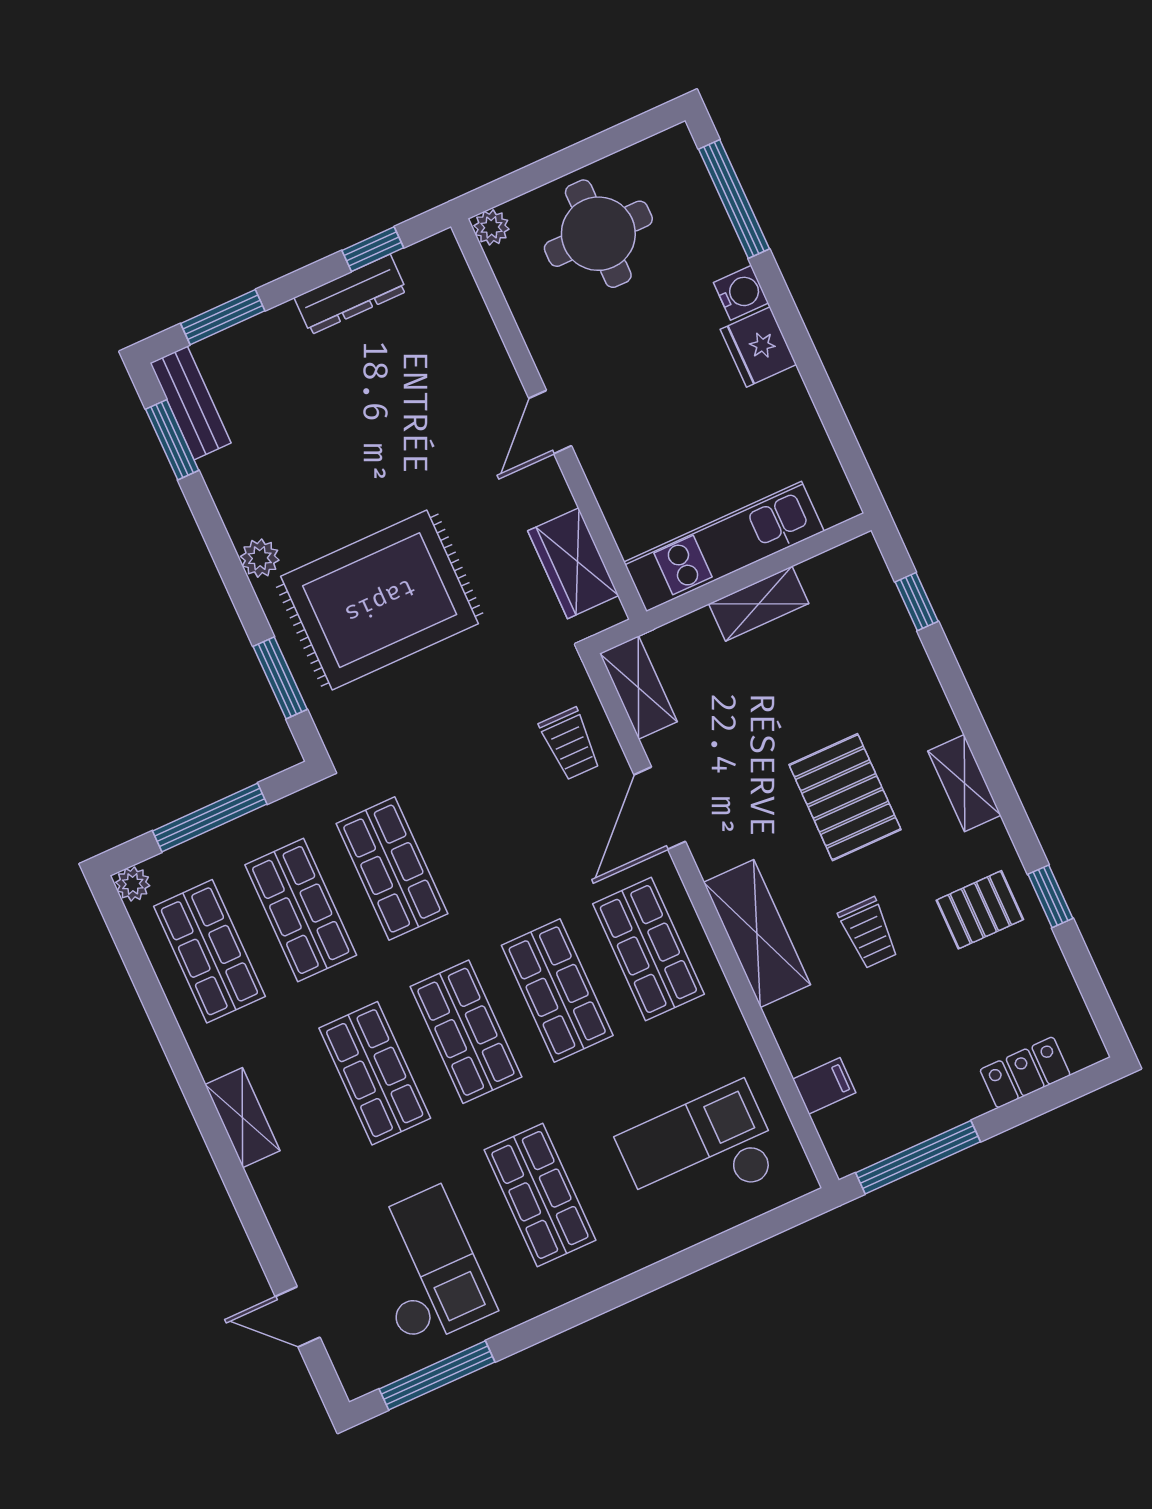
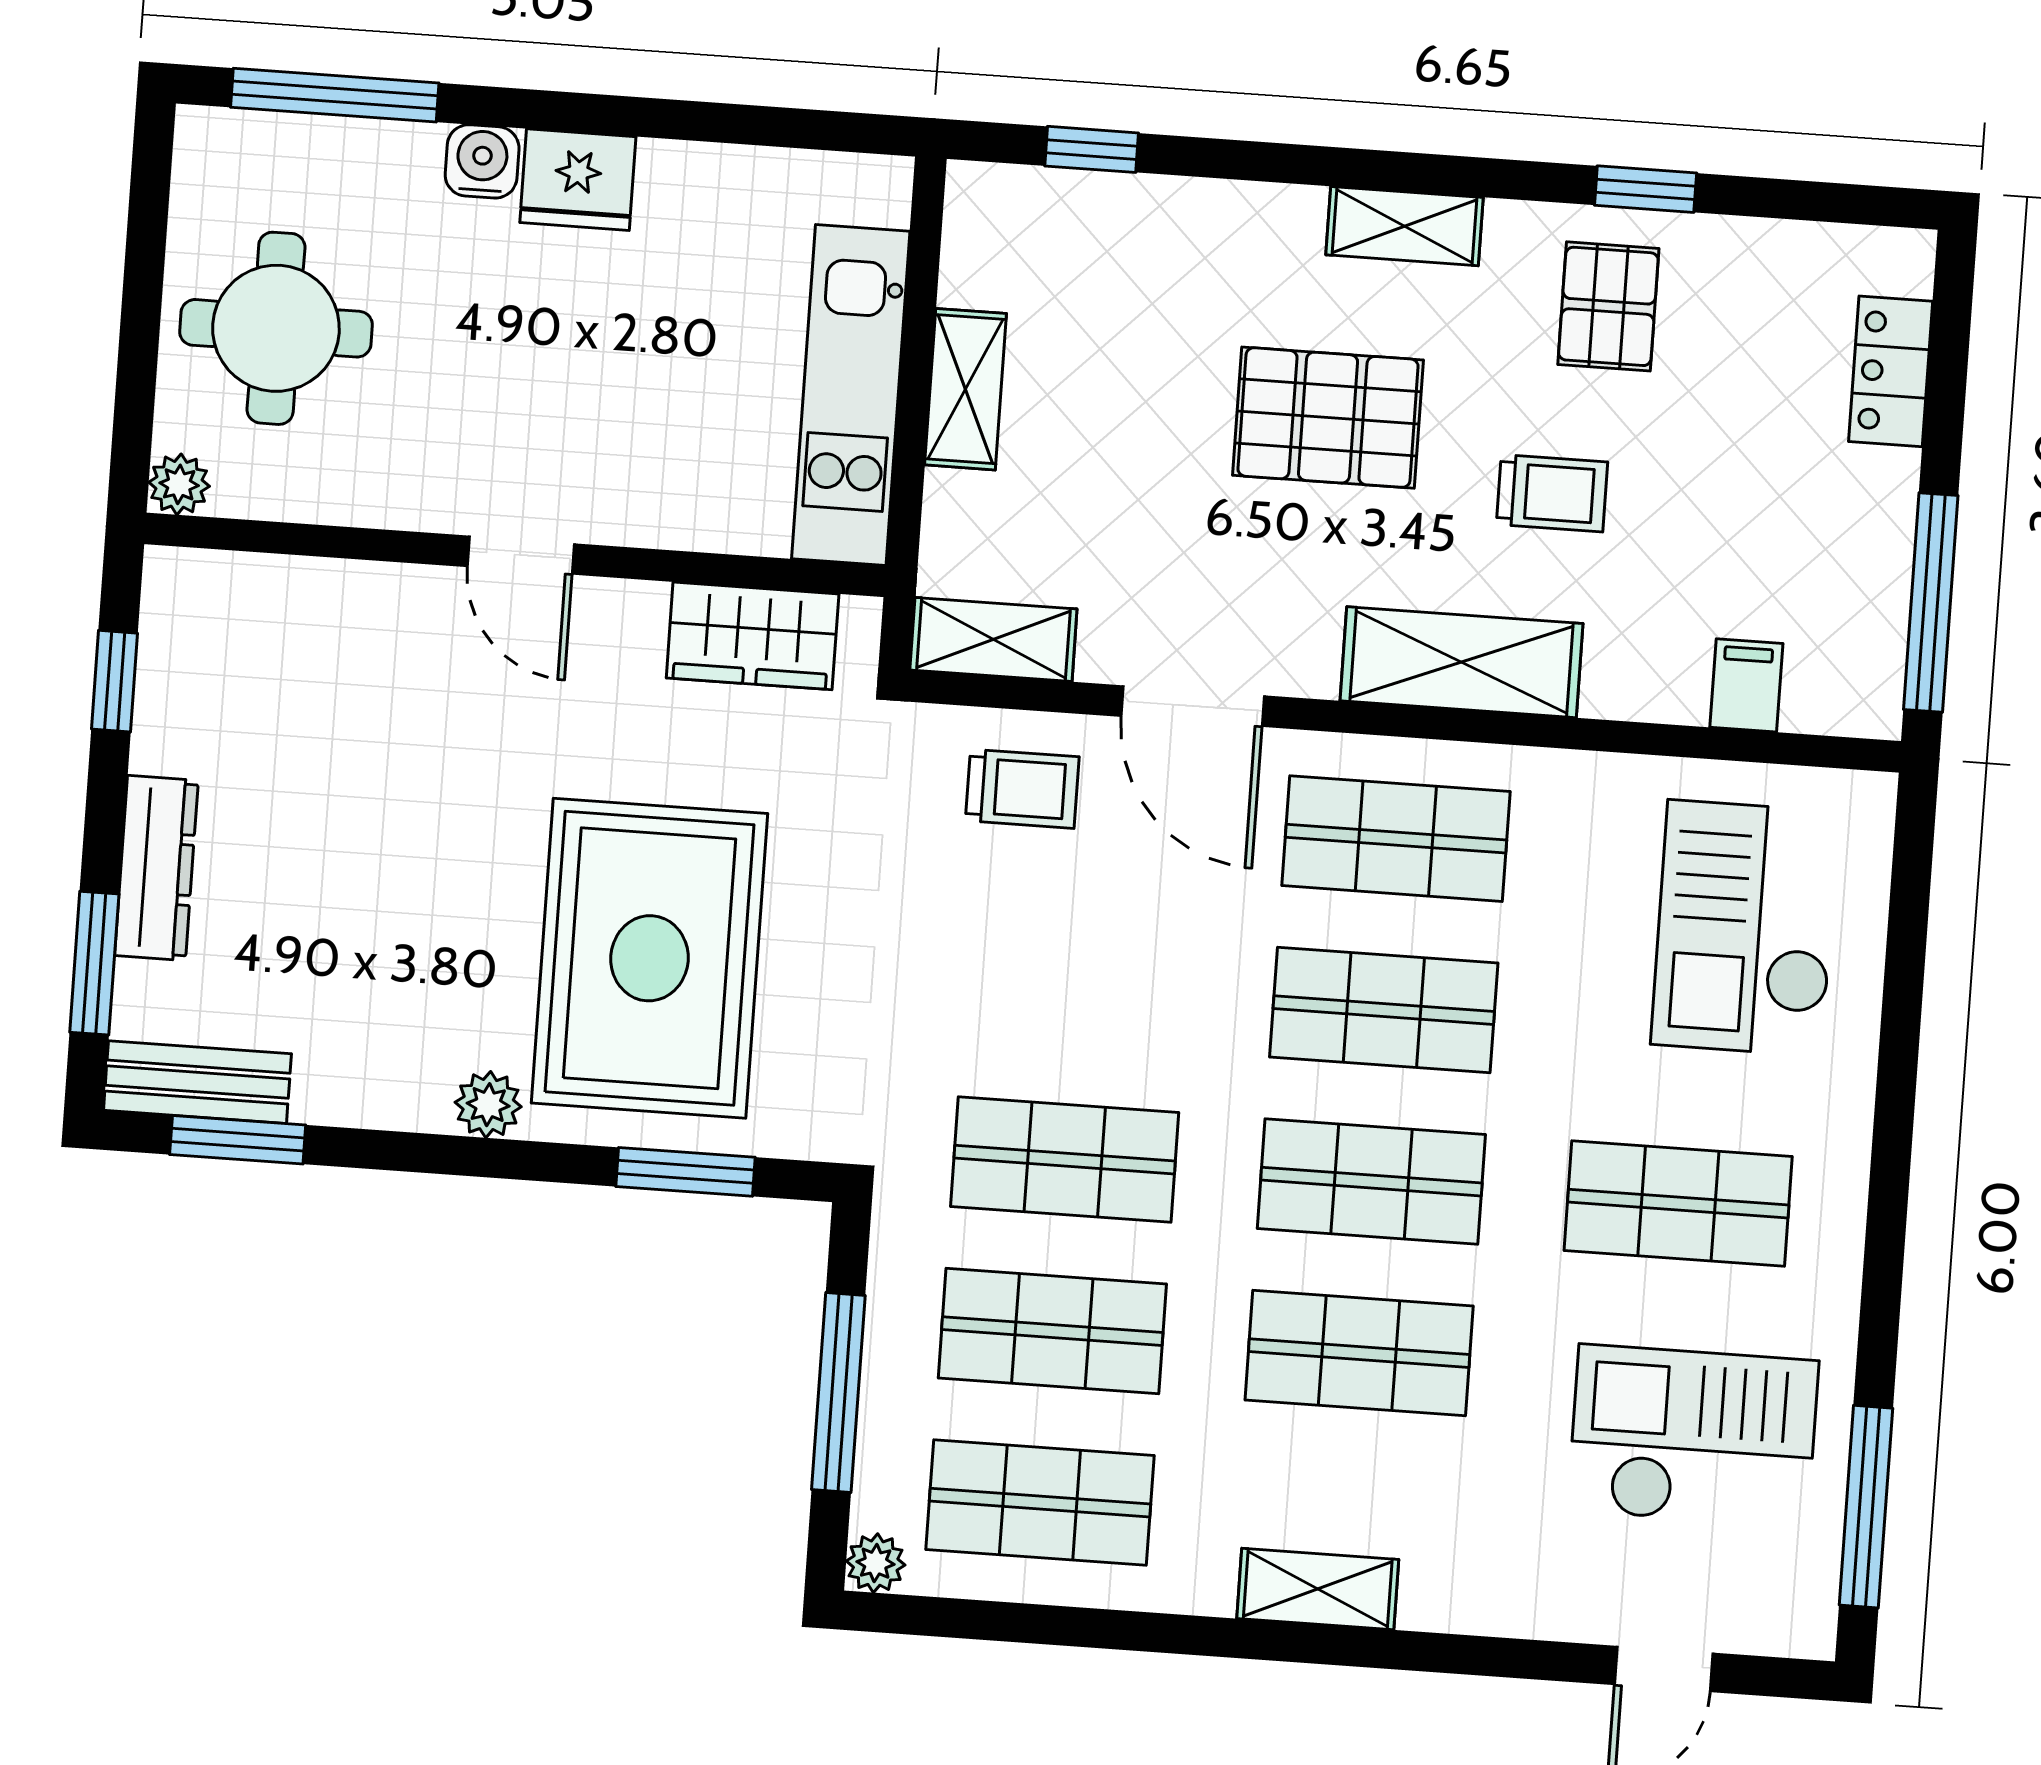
dresser: (350, 294) -> (156, 868), moved

